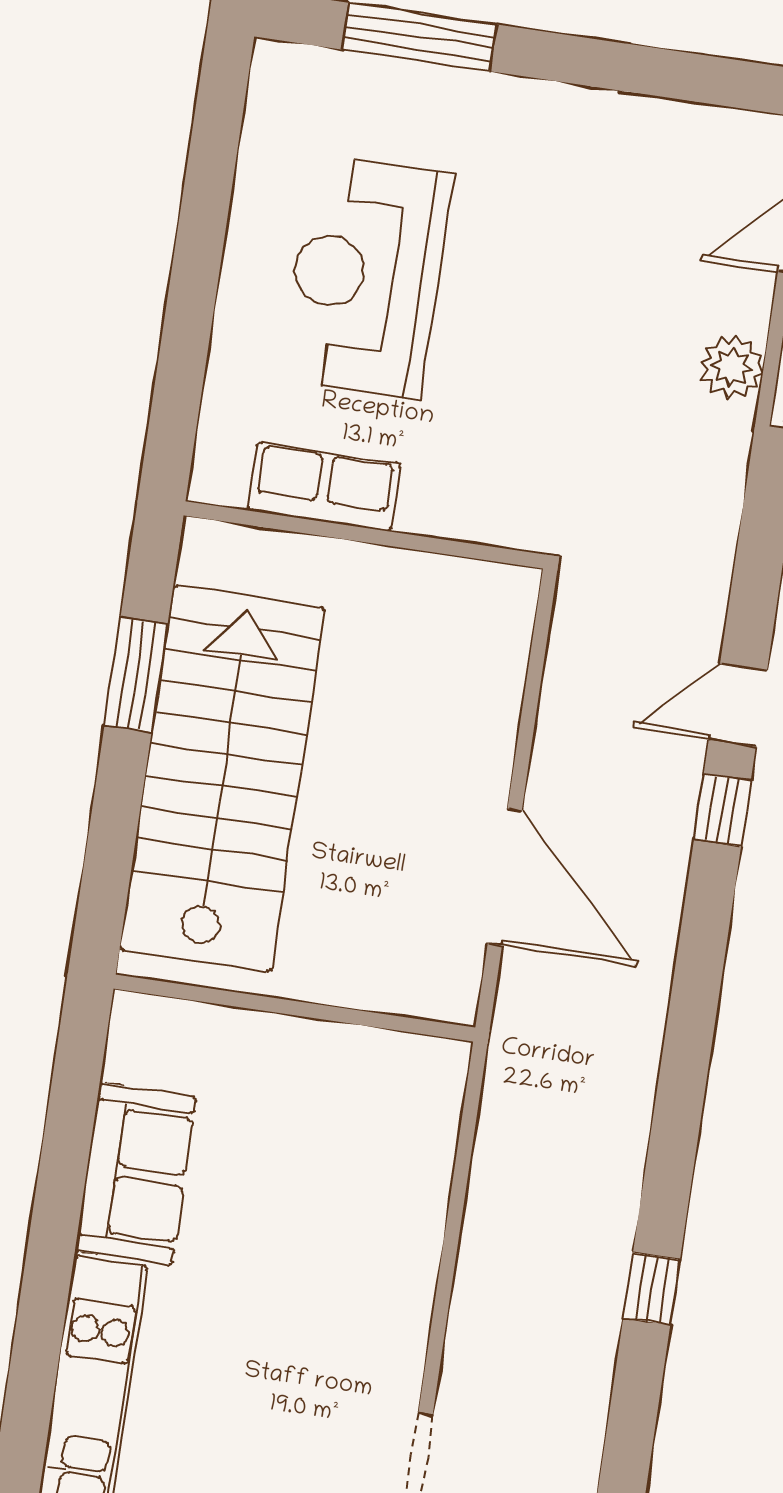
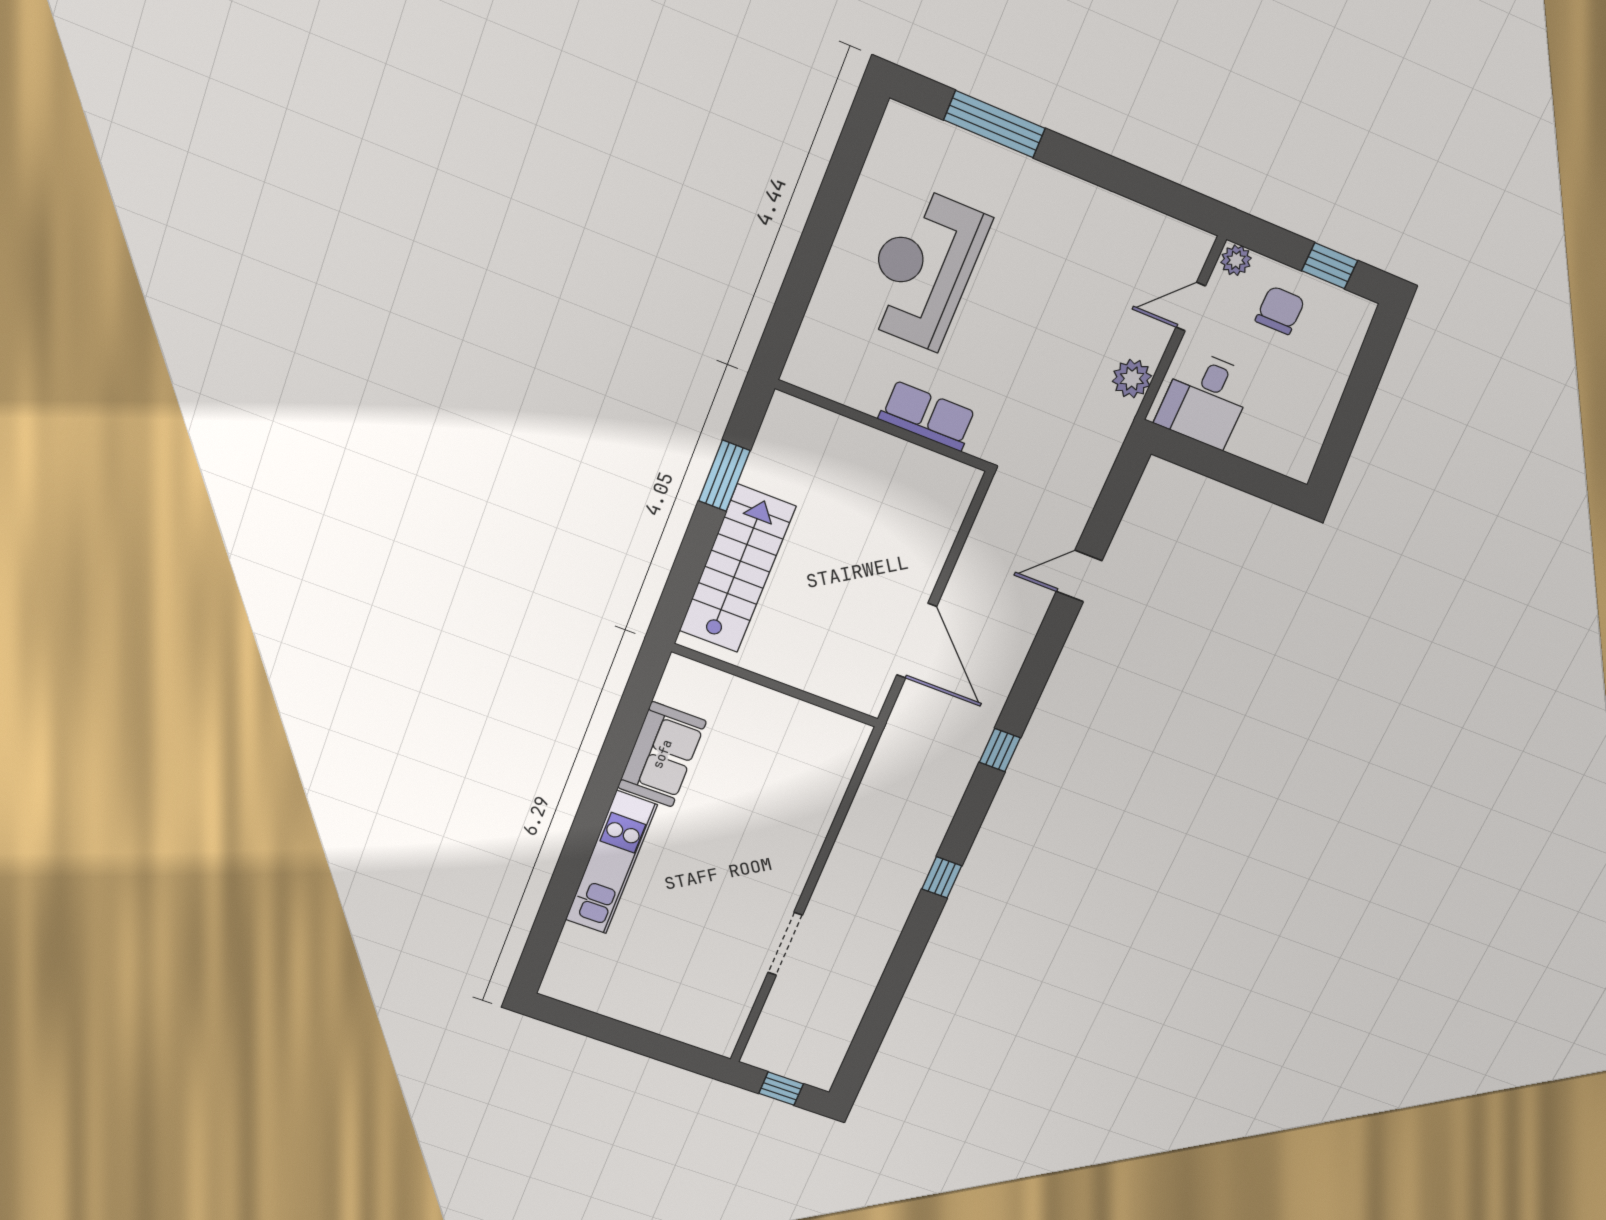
row of seats: (324, 487) -> (927, 416), moved
stairs: (222, 779) -> (737, 569), width x0.73, depth x0.66
window: (722, 810) -> (1000, 750), moved

